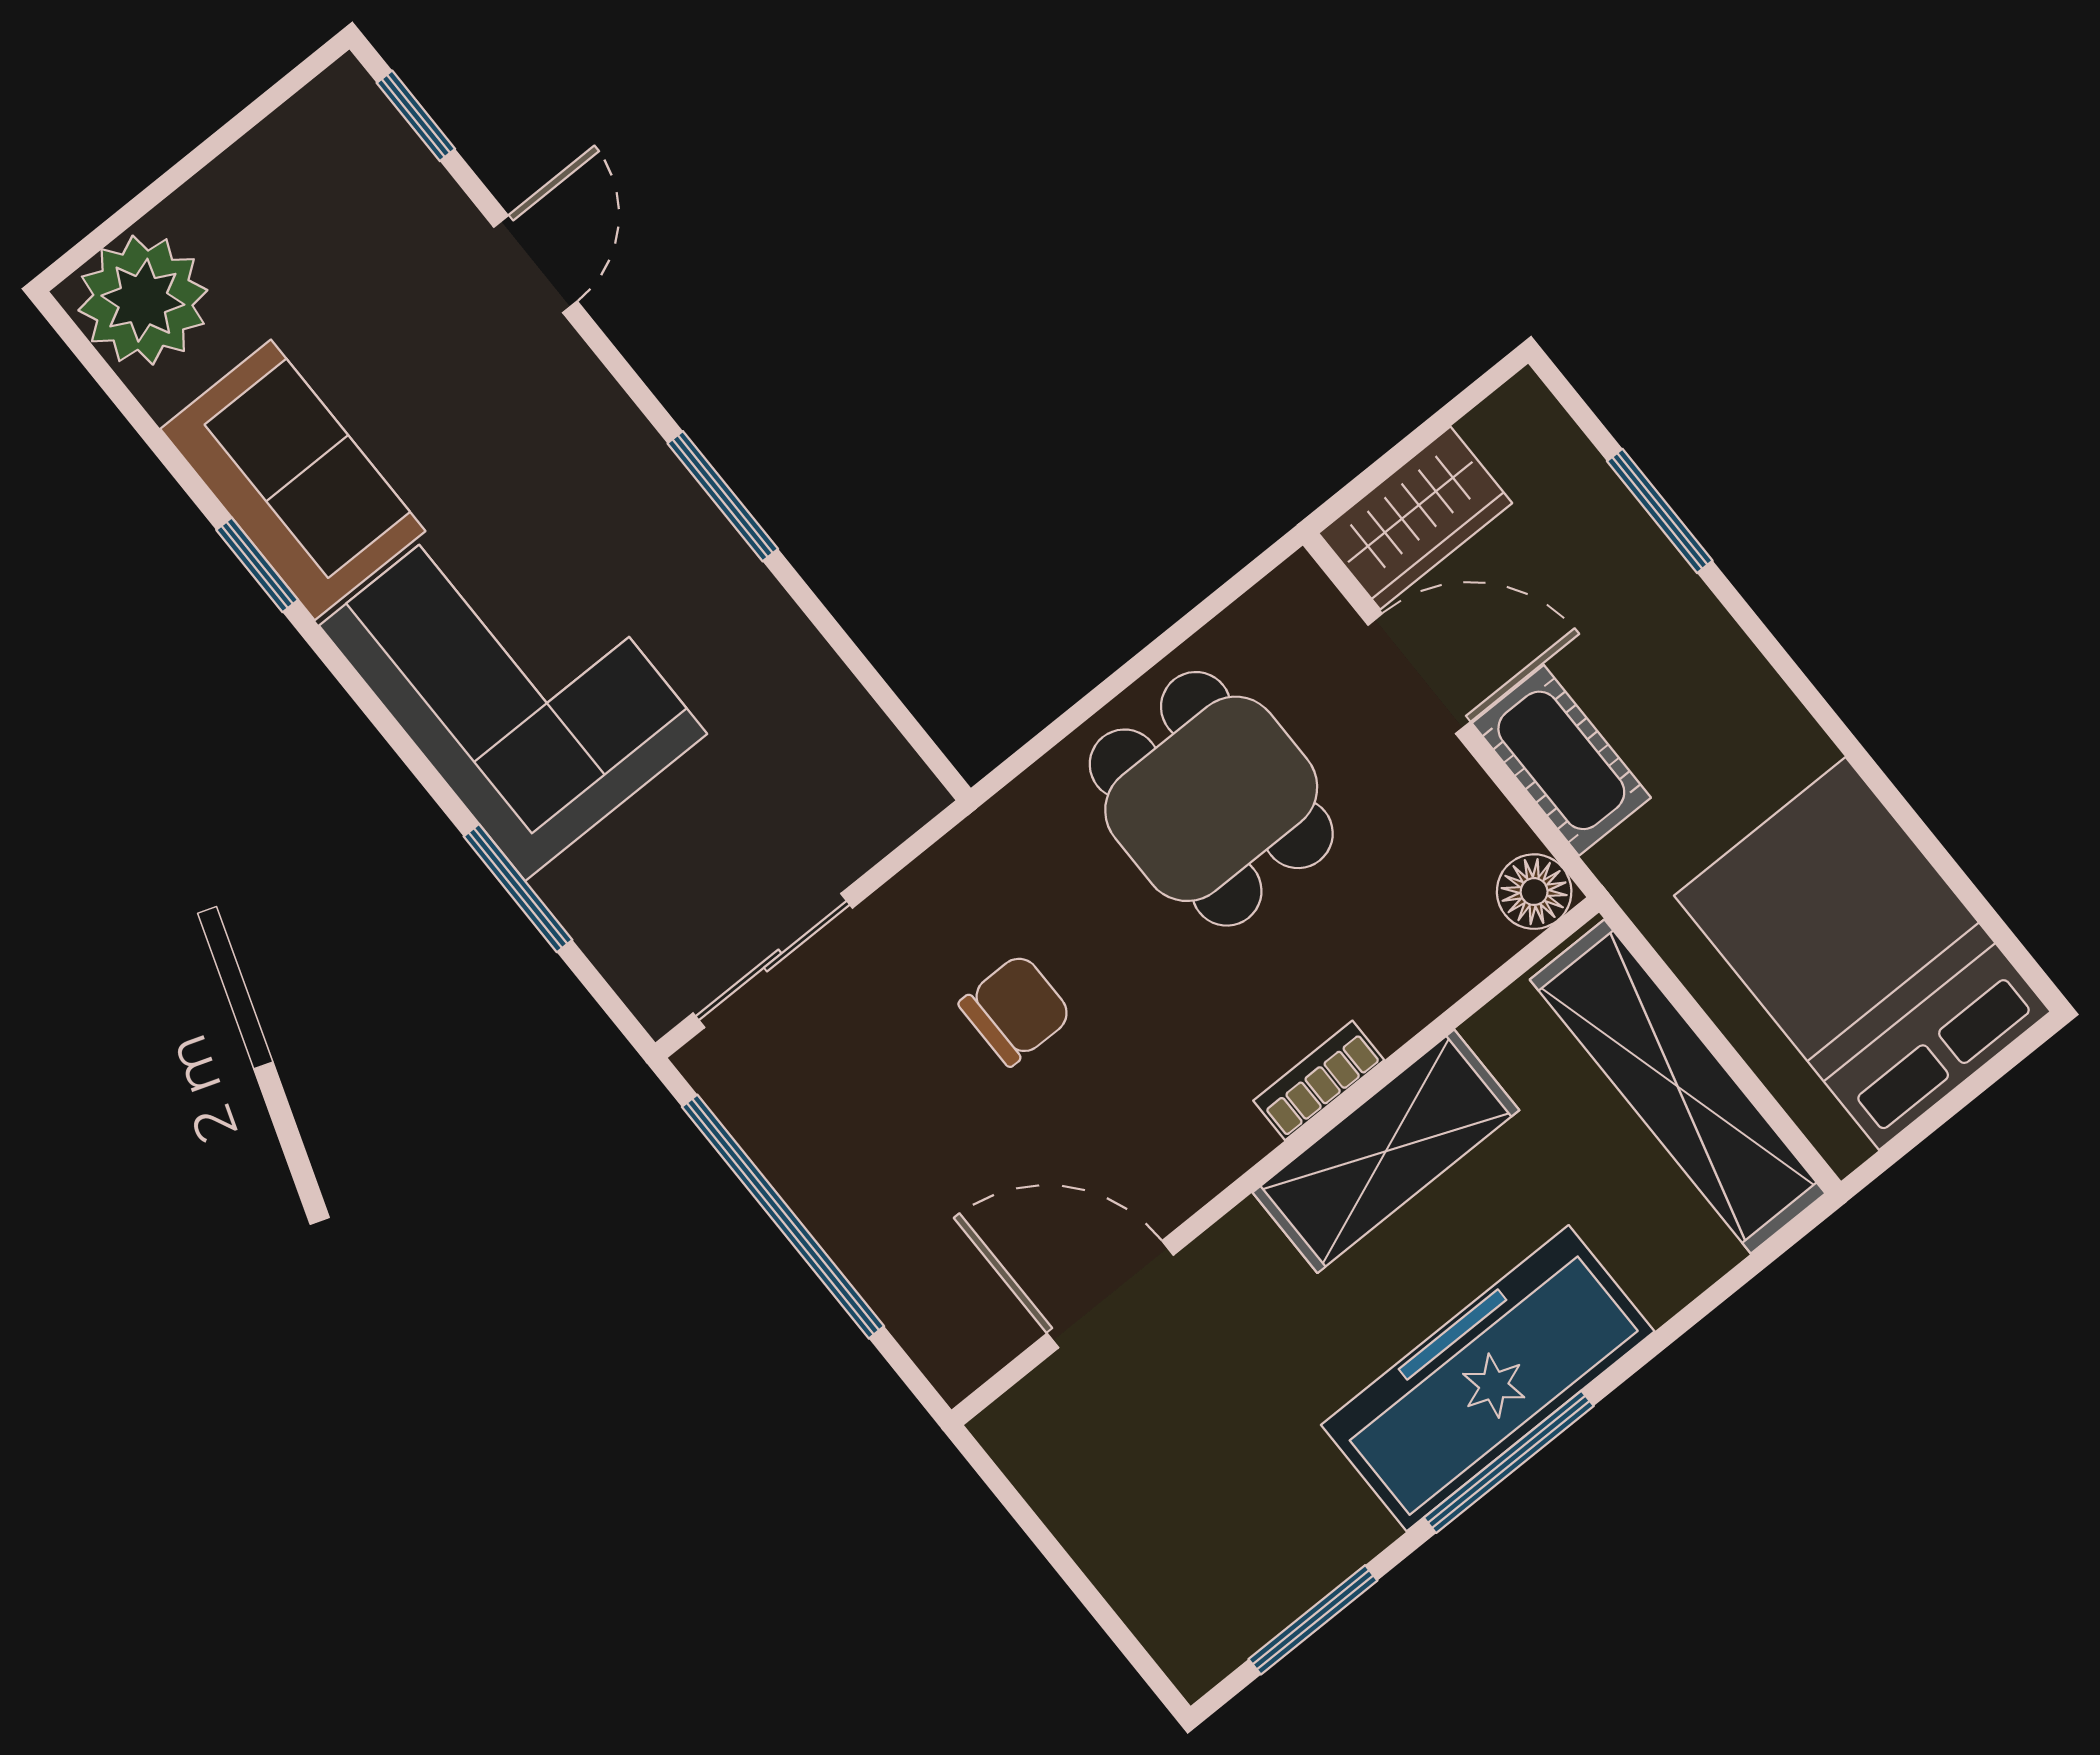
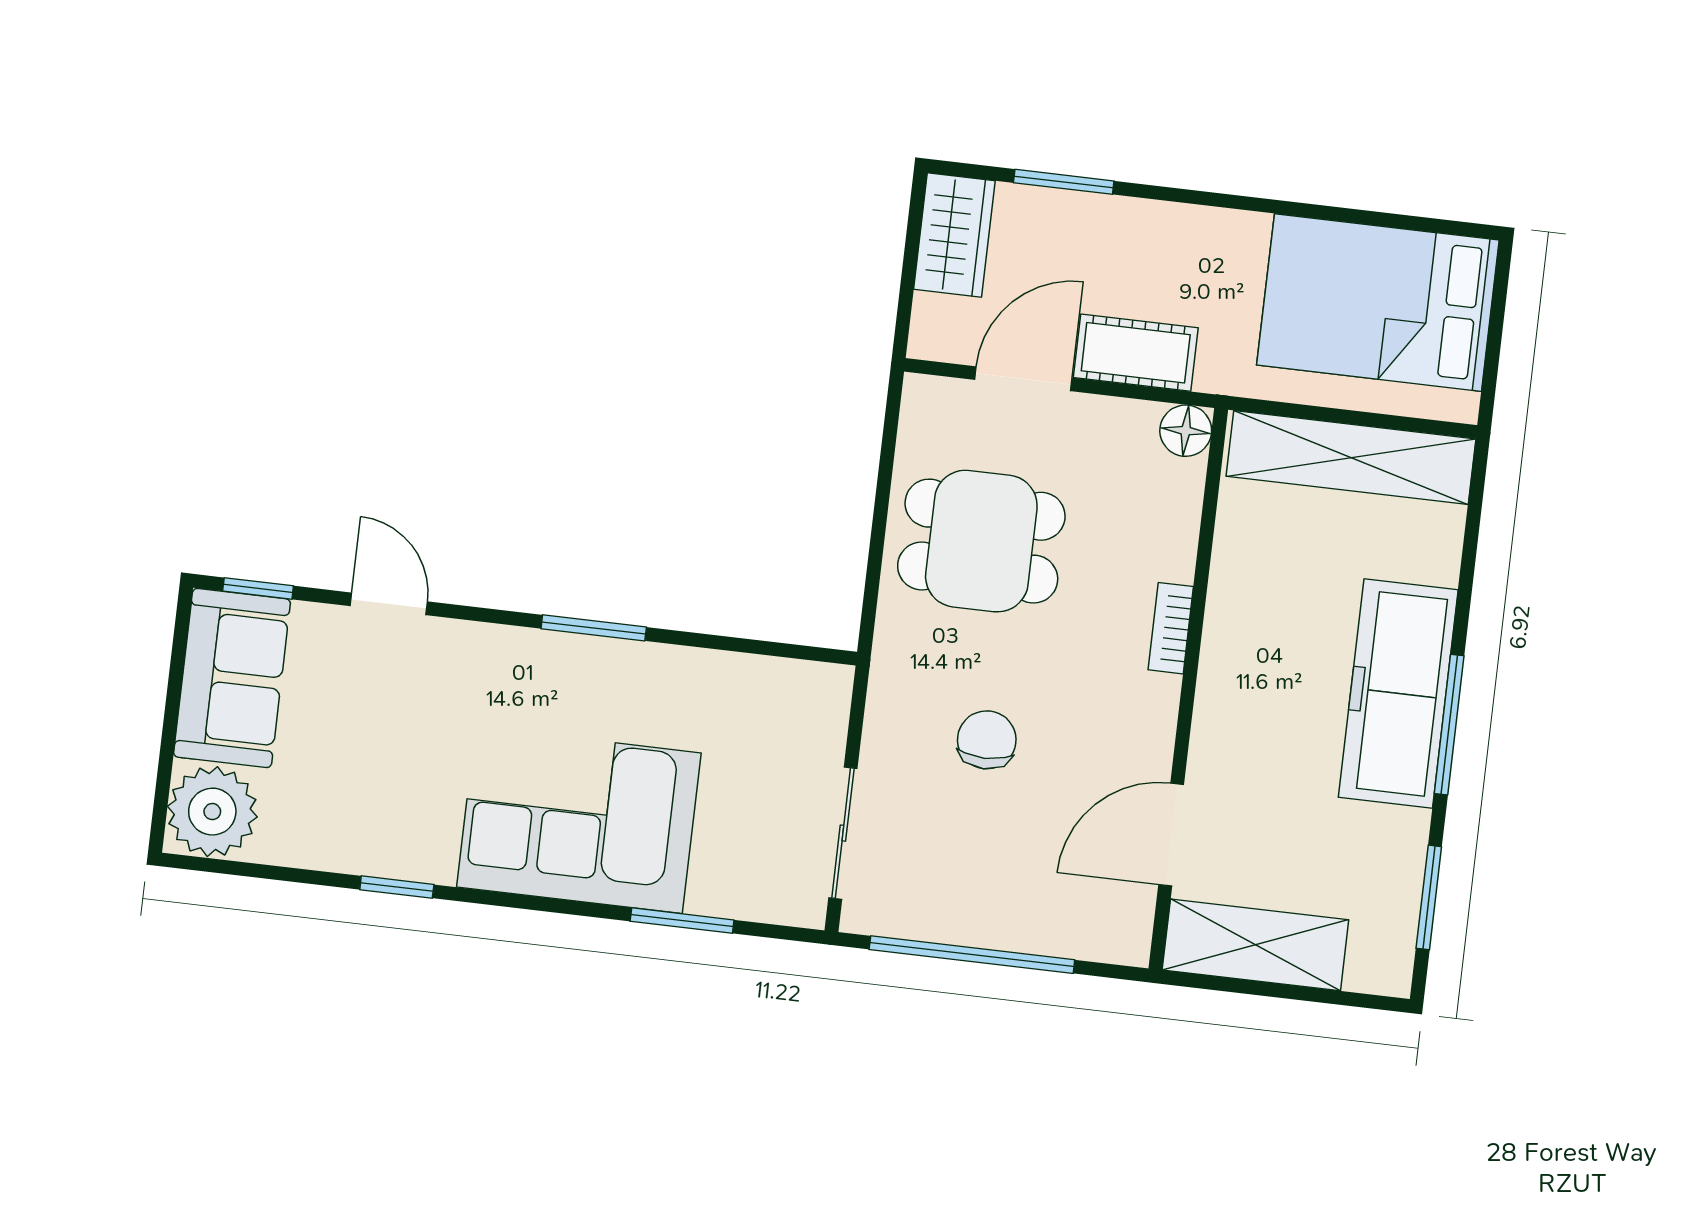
sofa: (293, 480) -> (232, 678), moved, turned 90
wardrobe: (1415, 518) -> (954, 235), moved
shelving: (1386, 1151) -> (1255, 945), moved, turned 90

